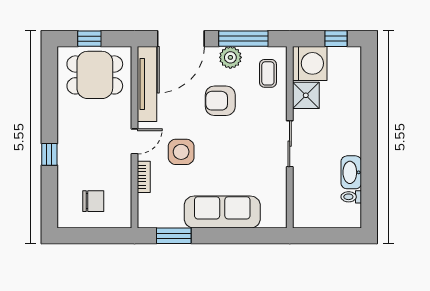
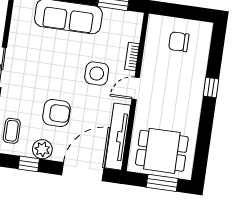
window: (89, 39) -> (162, 183), width x1.50
window: (243, 39) -> (29, 164), width x0.46

